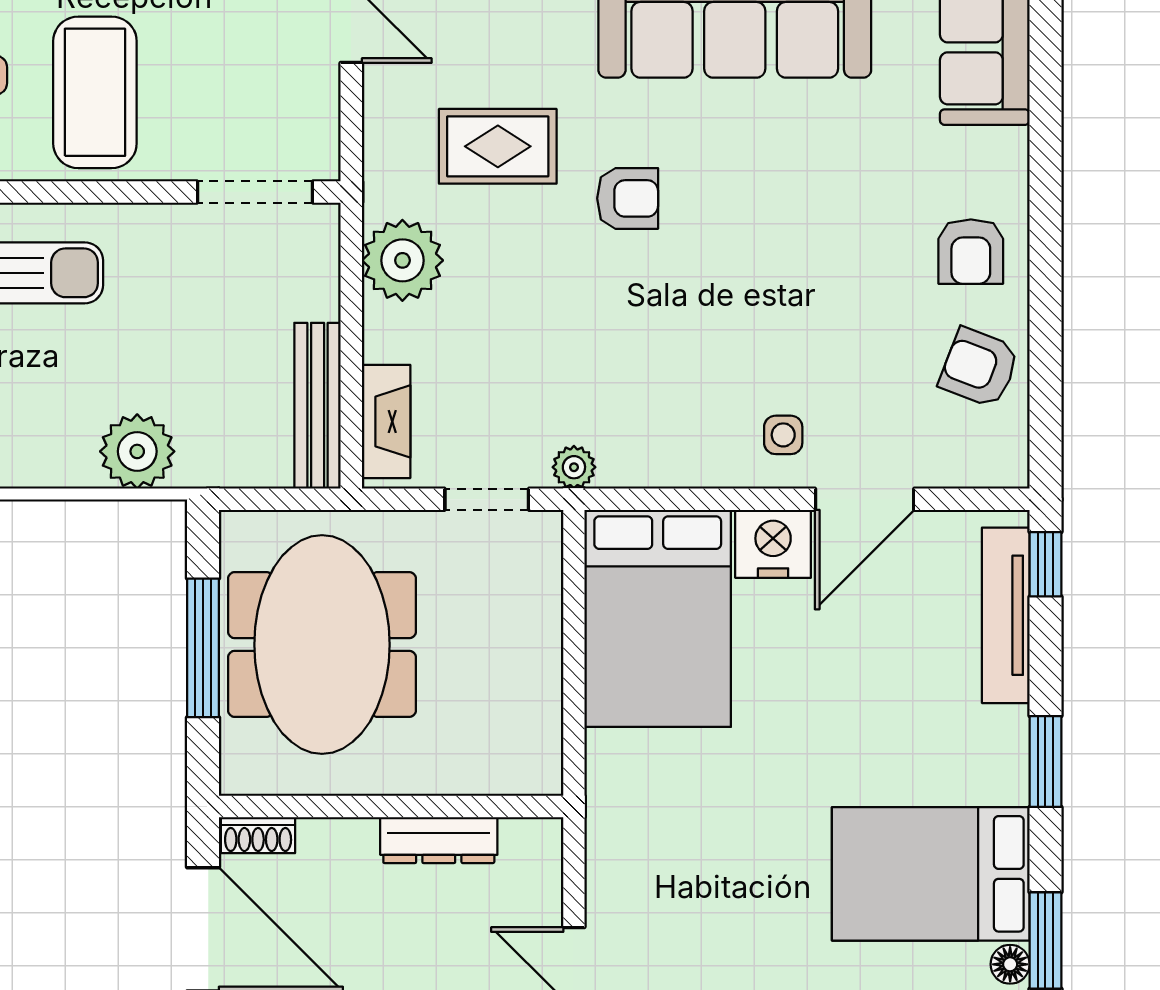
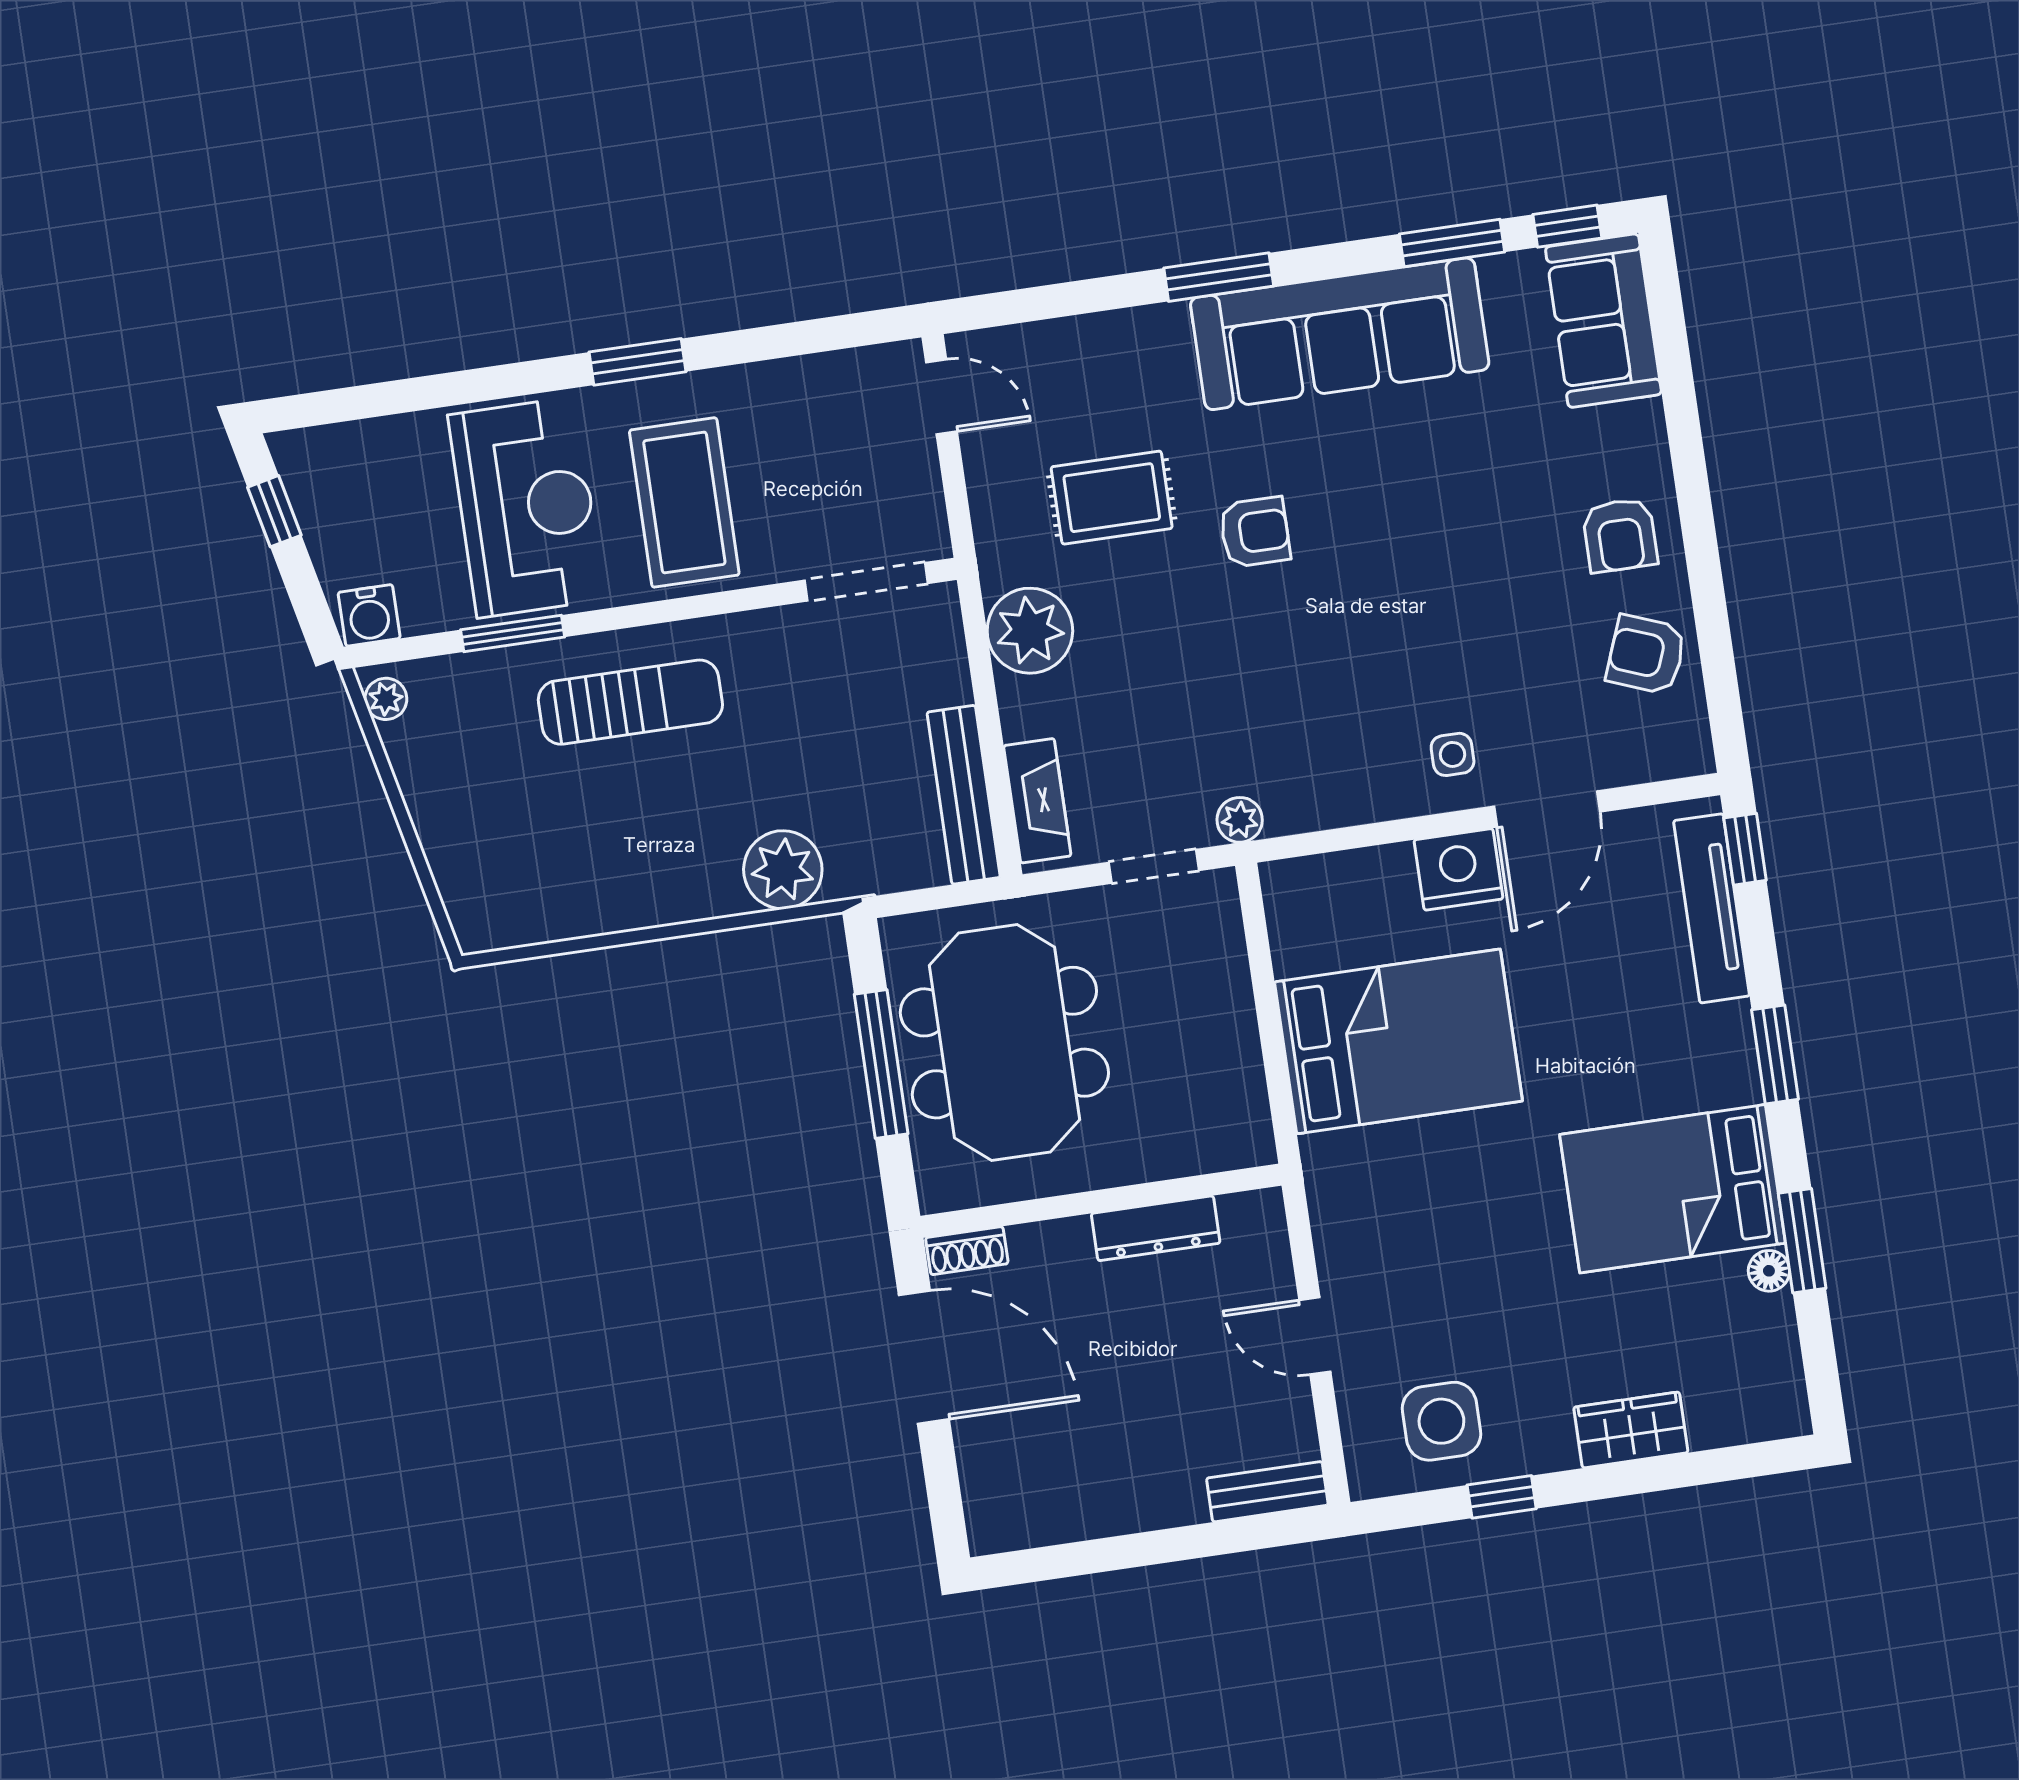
bed: (658, 618) -> (1398, 1041), moved, turned -90

